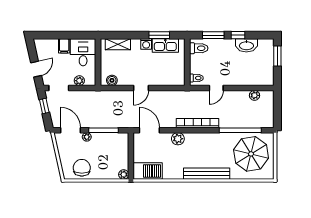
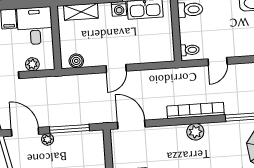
plant: (178, 139) -> (195, 132), moved

